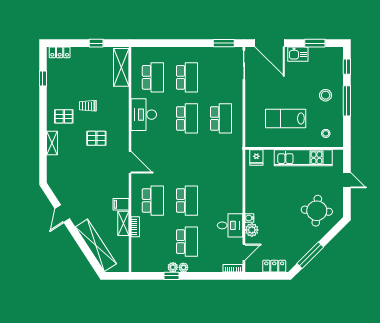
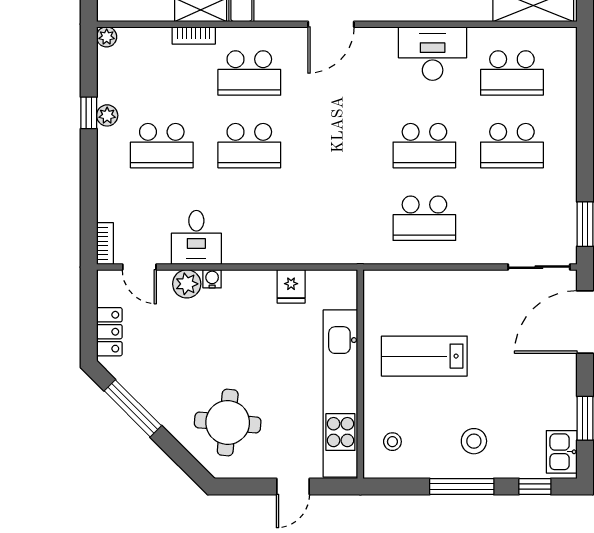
kitchen sink: (298, 54) -> (562, 452), moved
lab bench: (286, 118) -> (424, 356), turned -90
fridge: (256, 158) -> (291, 286), moved, turned -90
kitchen unit: (303, 158) -> (340, 394), width x1.36
plant: (183, 267) -> (107, 37), moved

